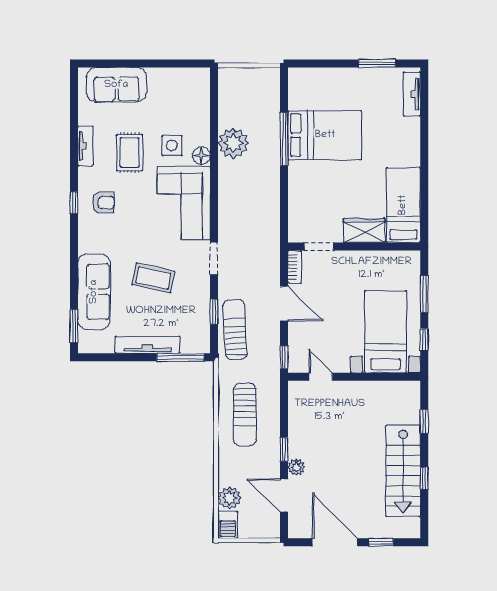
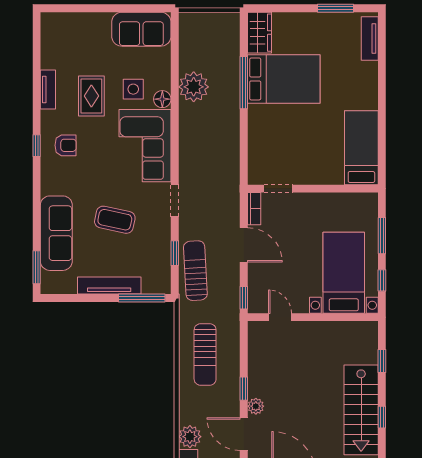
sofa: (116, 85) -> (141, 29), moved
wardrobe: (364, 230) -> (259, 33), moved, turned 90

